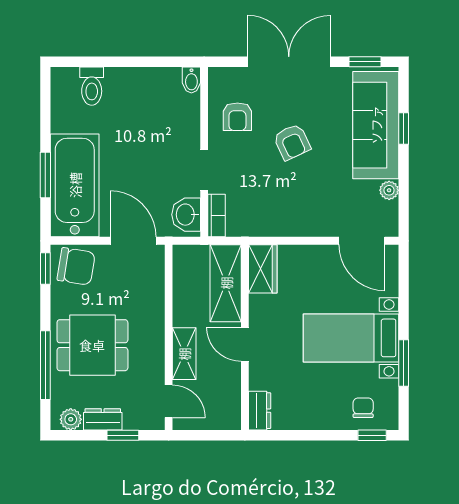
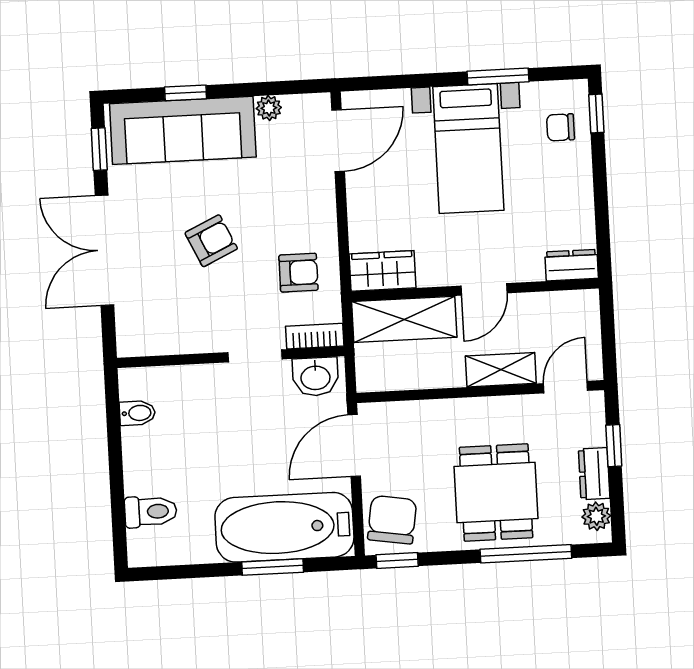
bidet: (191, 80) -> (137, 413), moved
armchair: (237, 117) -> (298, 273), moved

